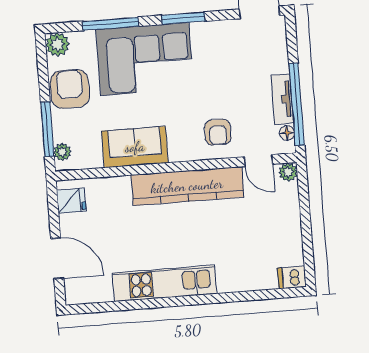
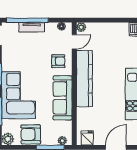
tv unit: (282, 99) -> (32, 27), moved
window: (297, 104) -> (27, 20), moved
sofa: (135, 147) -> (63, 98), width x1.36

